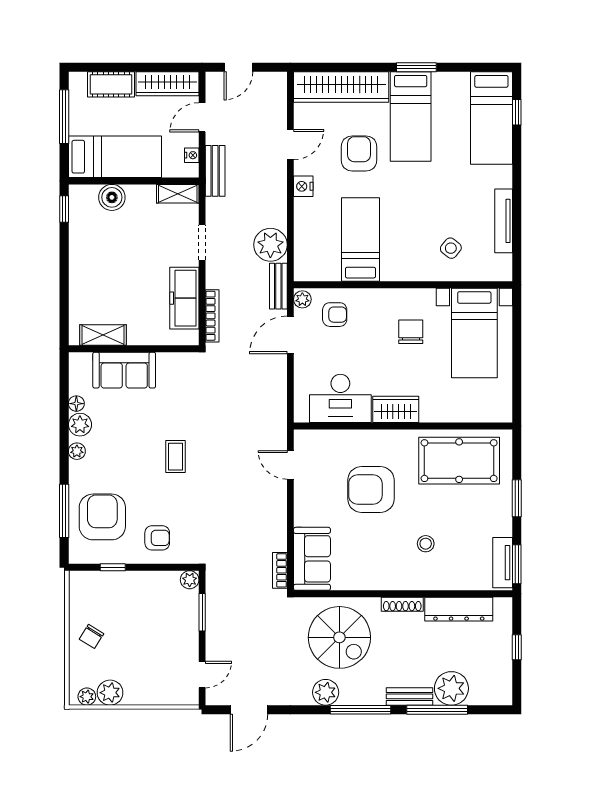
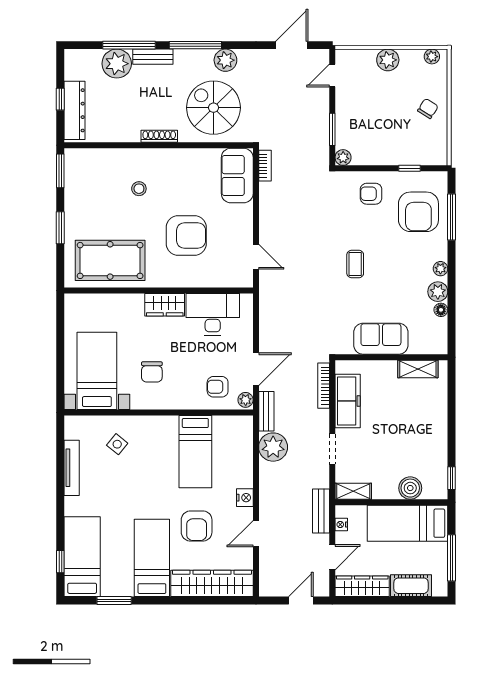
window: (416, 67) -> (114, 601), moved
sofa: (124, 370) -> (381, 339), moved
tv unit: (503, 563) -> (72, 172), removed
dresser: (459, 609) -> (75, 110), moved, turned 90
plant: (110, 693) -> (388, 60), moved

